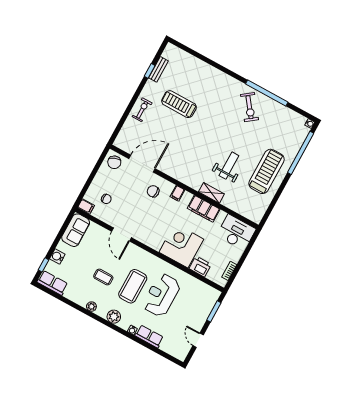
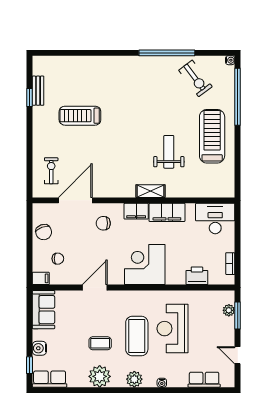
exercise bike: (250, 107) -> (195, 78), moved
exercise bike: (142, 110) -> (51, 171), moved
chair: (114, 162) -> (44, 232), moved
filing cabinet: (177, 193) -> (136, 211), width x2.00
shelving: (211, 193) -> (150, 191), moved
door: (121, 234) -> (95, 288), swing flipped
corner desk: (181, 246) -> (145, 265), moved
plant: (210, 304) -> (229, 310), added
plant: (91, 307) -> (100, 376), width x1.88, depth x1.88
row of seats: (149, 336) -> (204, 380), moved

